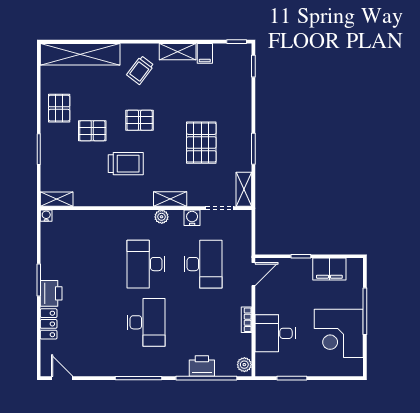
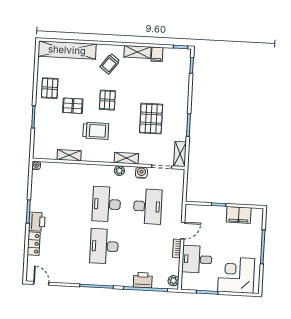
pallet: (140, 120) -> (107, 100), turned 90
shelving: (57, 199) -> (69, 155), moved
door: (253, 274) -> (183, 231), moved
desk: (146, 322) -> (104, 246), turned 180
corner desk: (339, 333) -> (236, 275), moved, turned 90

